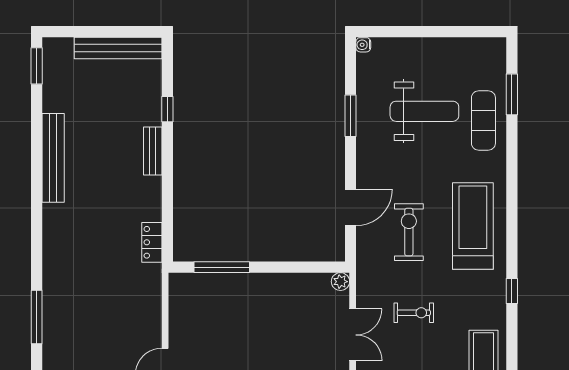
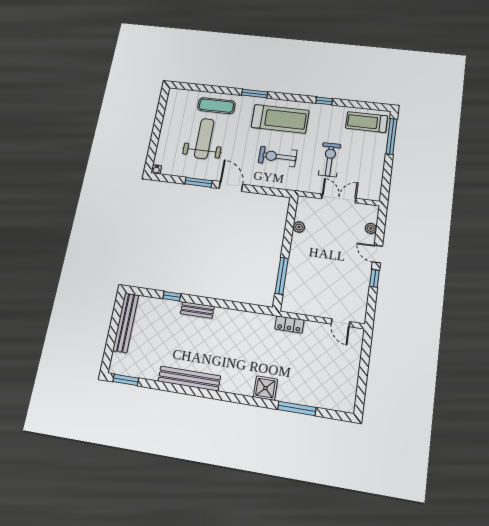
window: (512, 94) -> (255, 94), moved
door: (351, 207) -> (231, 186), moved
treadmill: (473, 226) -> (280, 119), turned 180
locker: (152, 242) -> (289, 324), moved
shower: (57, 269) -> (265, 388), added
plant: (340, 282) -> (299, 227), moved
exercise bike: (414, 313) -> (330, 160), width x1.38, depth x1.39

